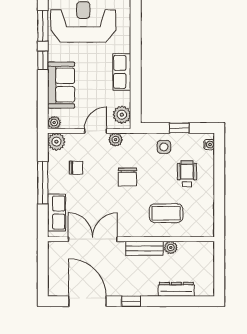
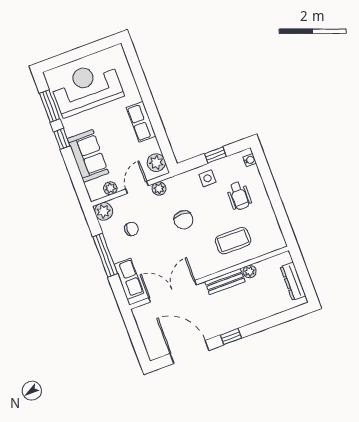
plant: (54, 123) -> (110, 188), moved
wheelchair: (187, 174) -> (239, 196), turned 180
dresser: (176, 289) -> (293, 281), moved, turned -90

